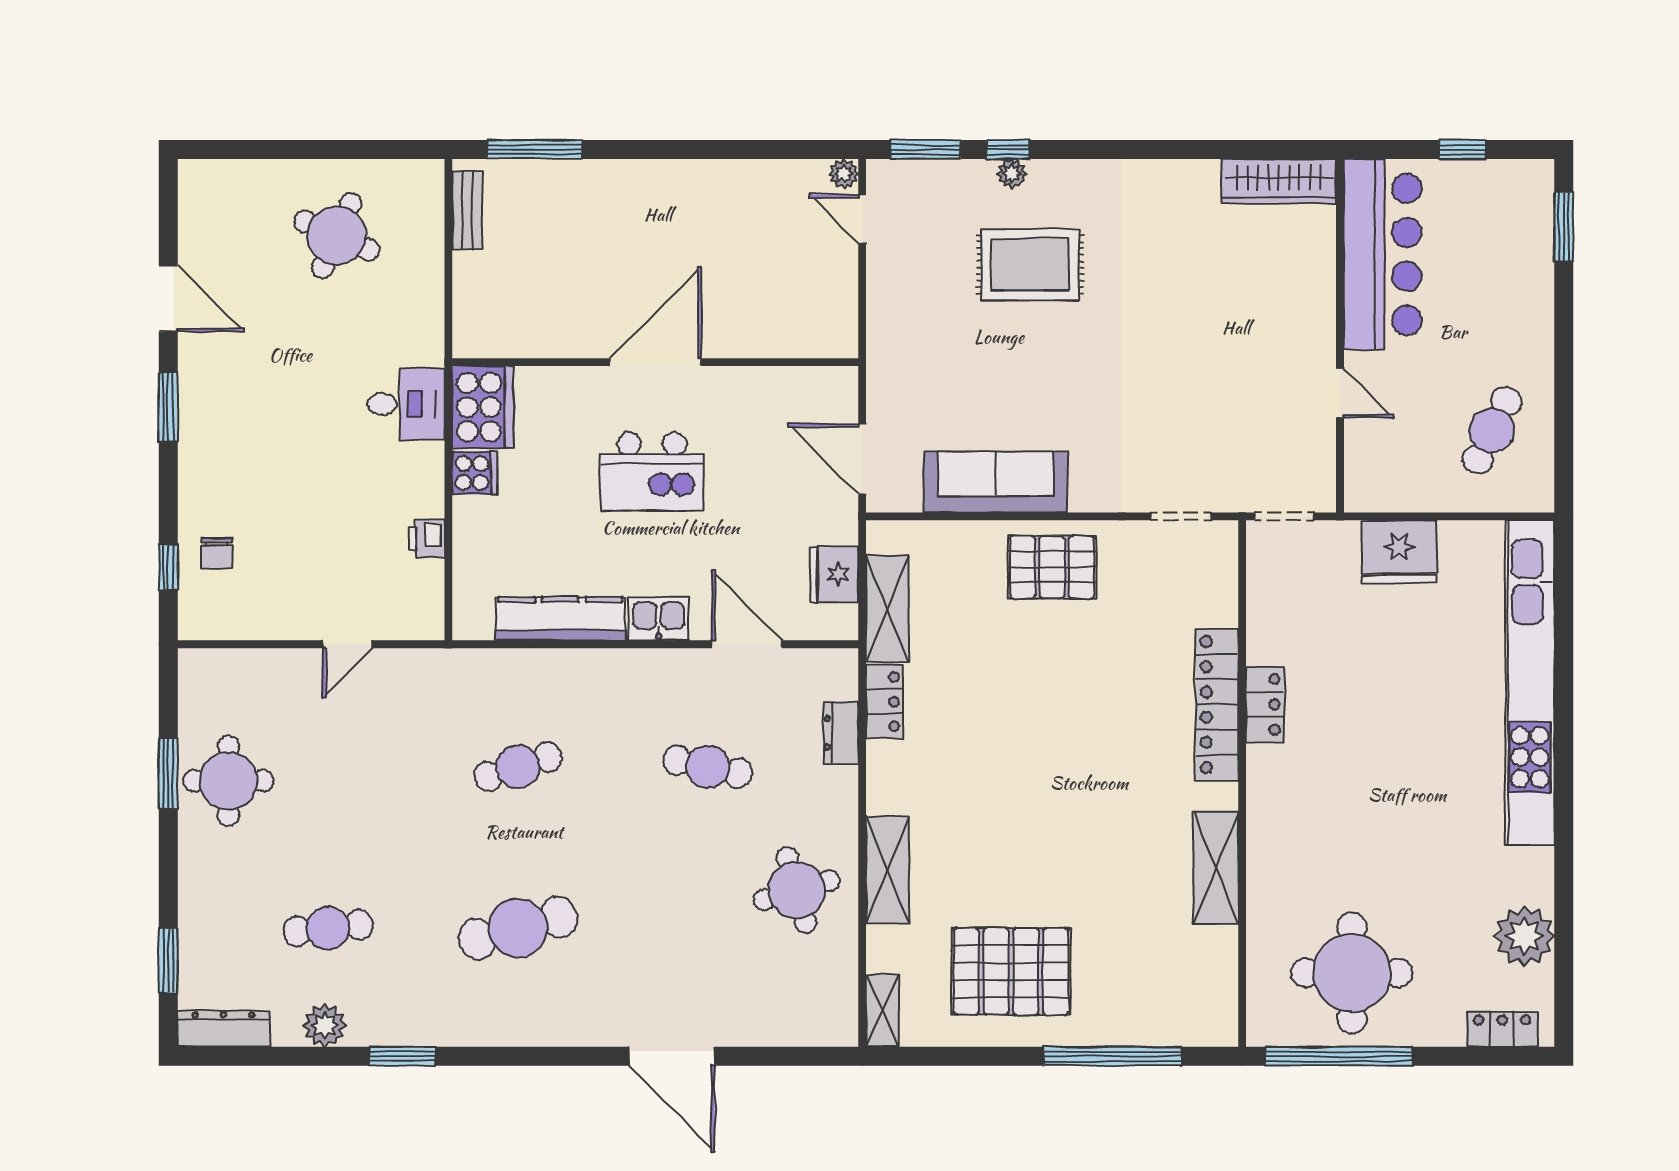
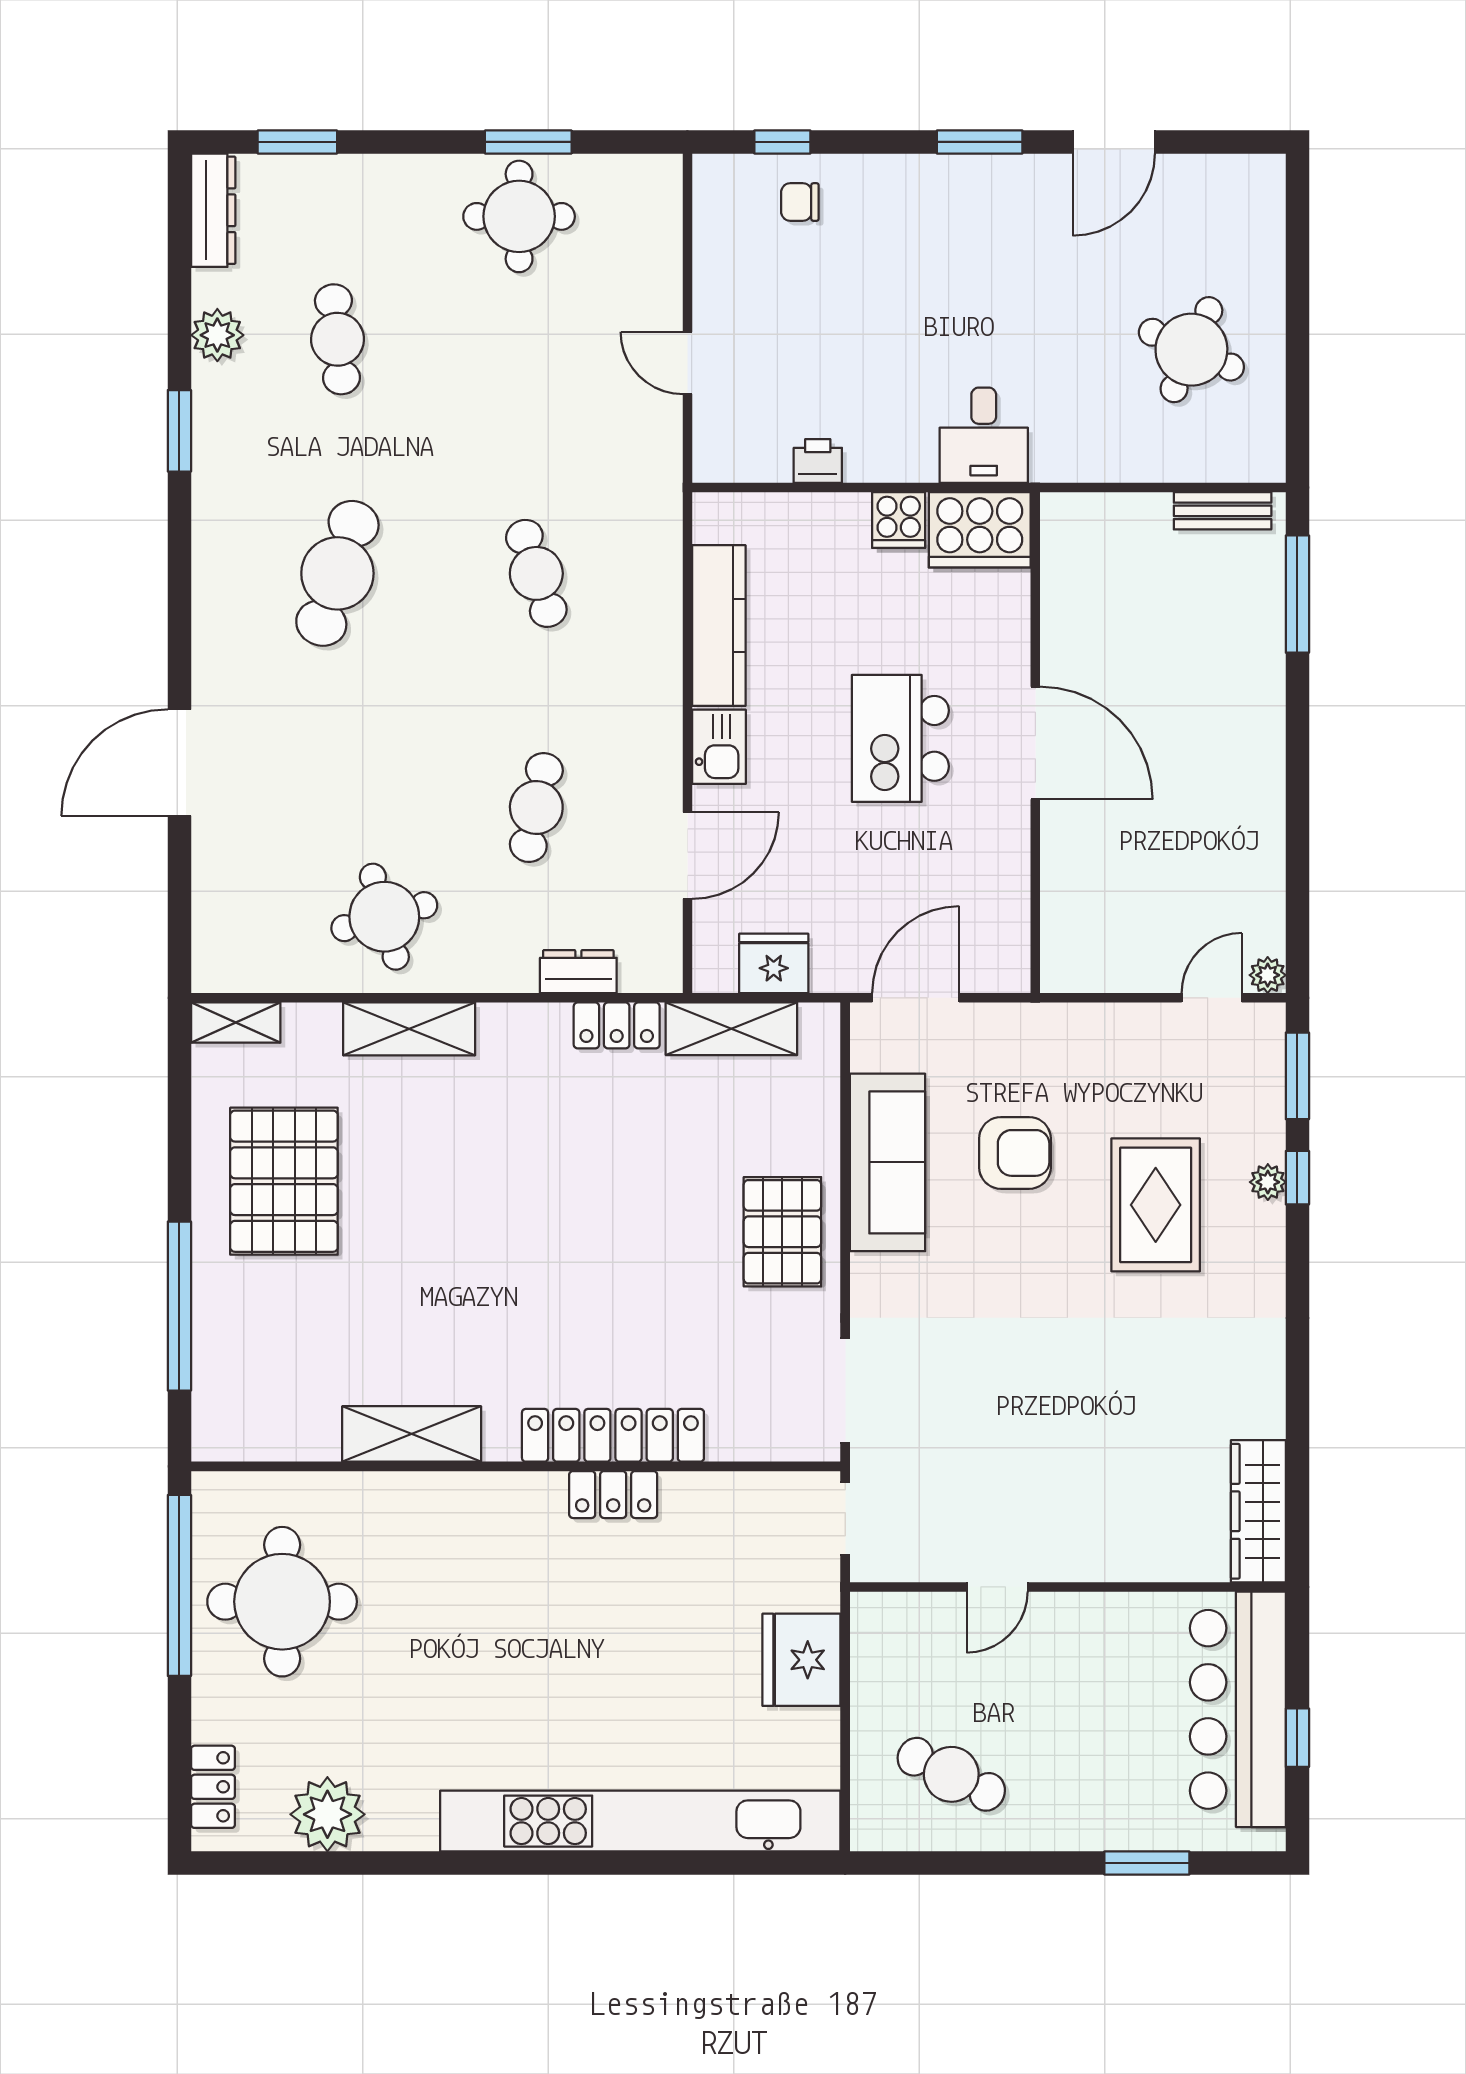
window: (1564, 227) -> (1147, 1863), moved
bar counter: (1383, 254) -> (1238, 1709), moved, turned 90
armchair: (988, 379) -> (1015, 1153), added
doorway: (1181, 516) -> (845, 1391), width x1.38
cafe table: (518, 928) -> (337, 573), turned 33

